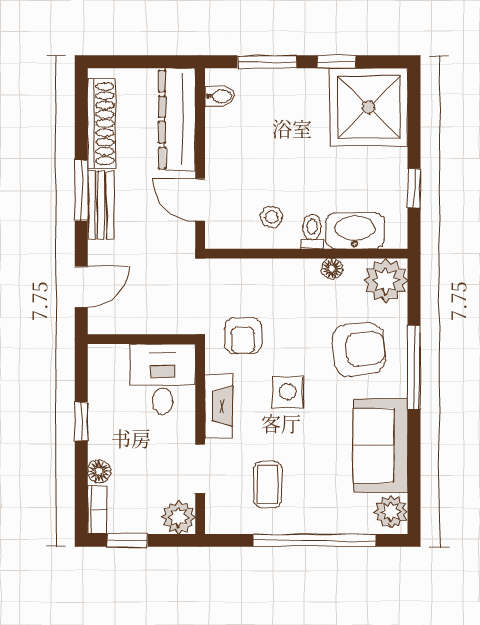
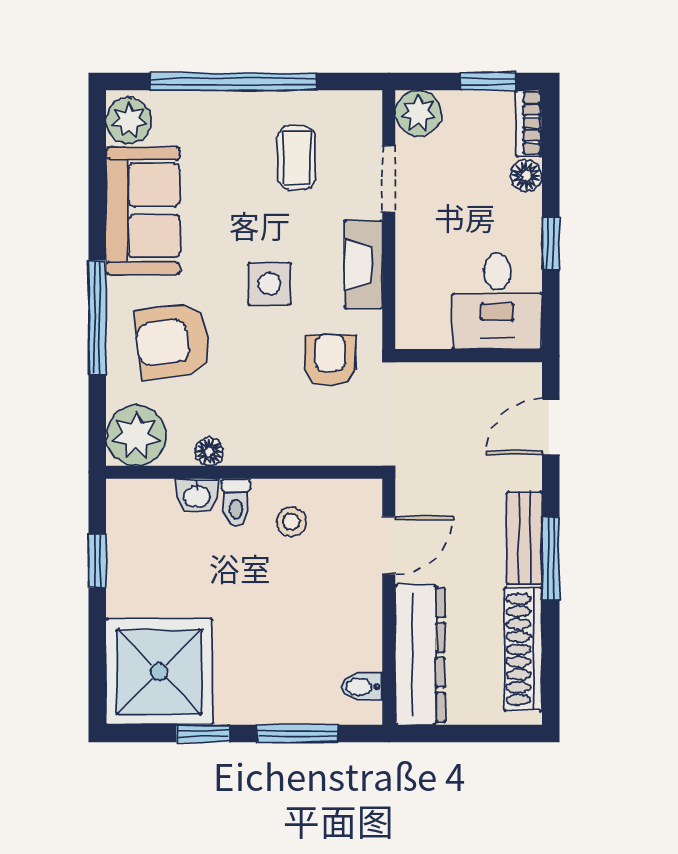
door: (200, 200) -> (389, 545), hinge flipped
washbasin: (355, 231) -> (197, 496), width x0.52, depth x0.69
desk: (163, 379) -> (497, 301), moved

